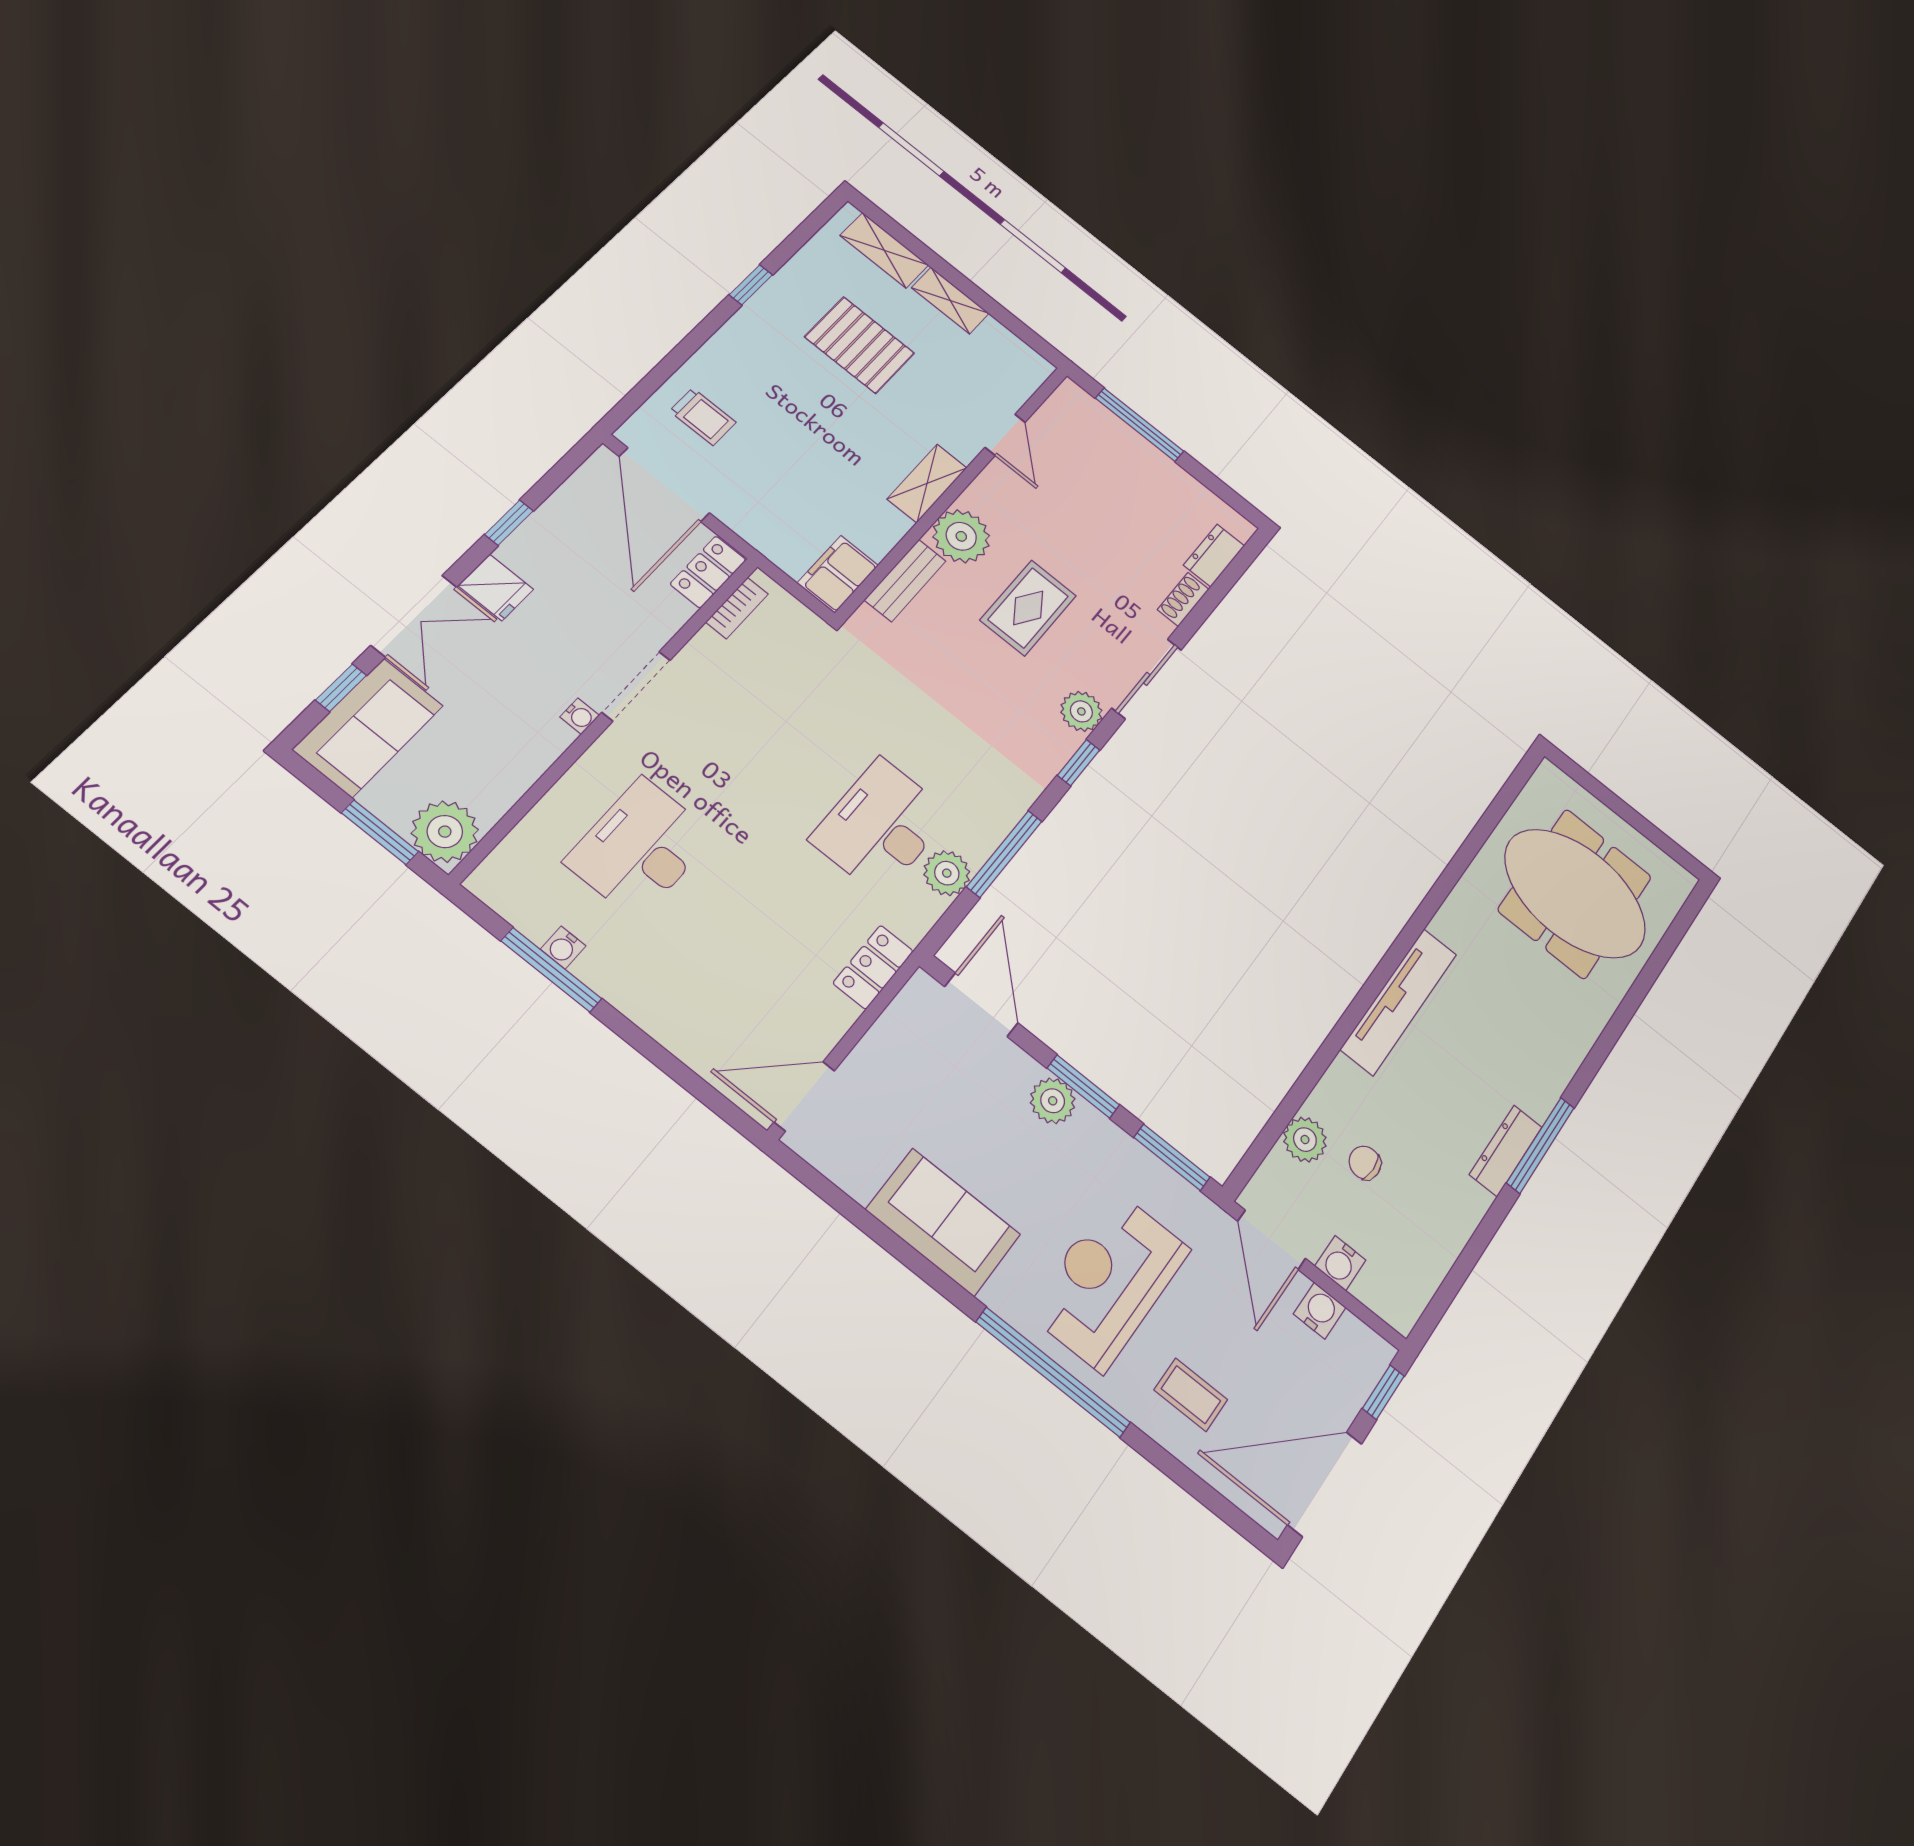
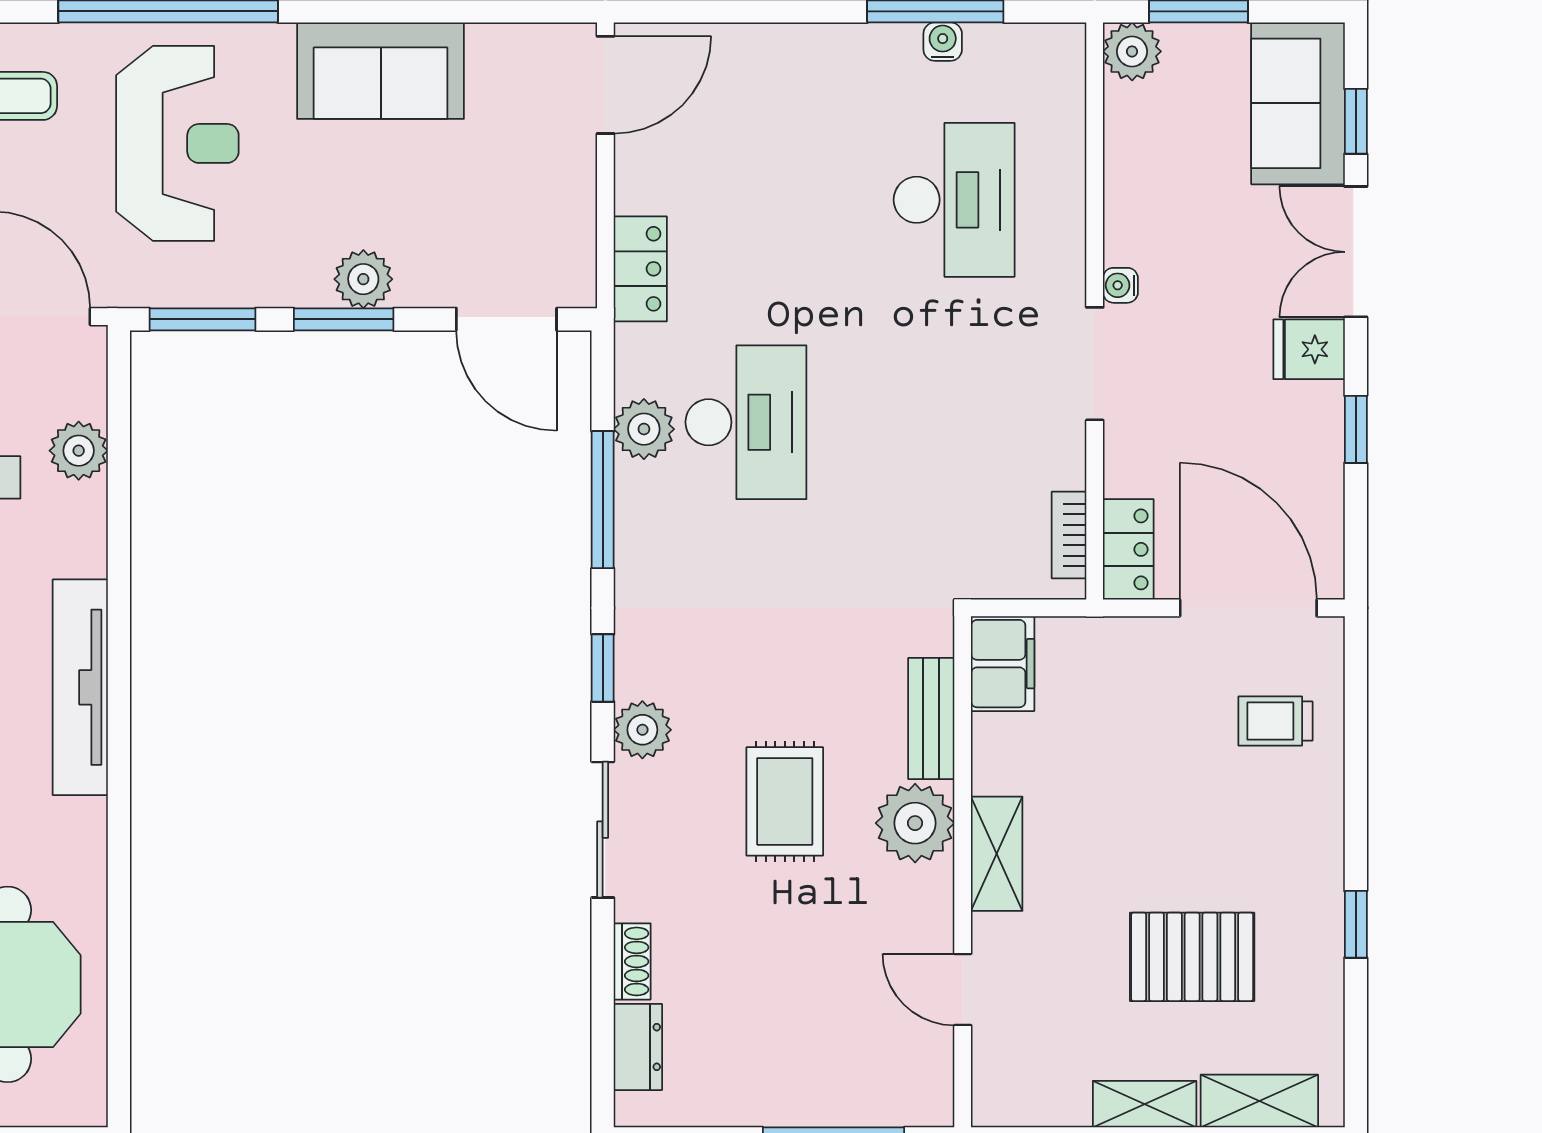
plant: (445, 832) -> (1132, 51), width x0.73, depth x0.73

